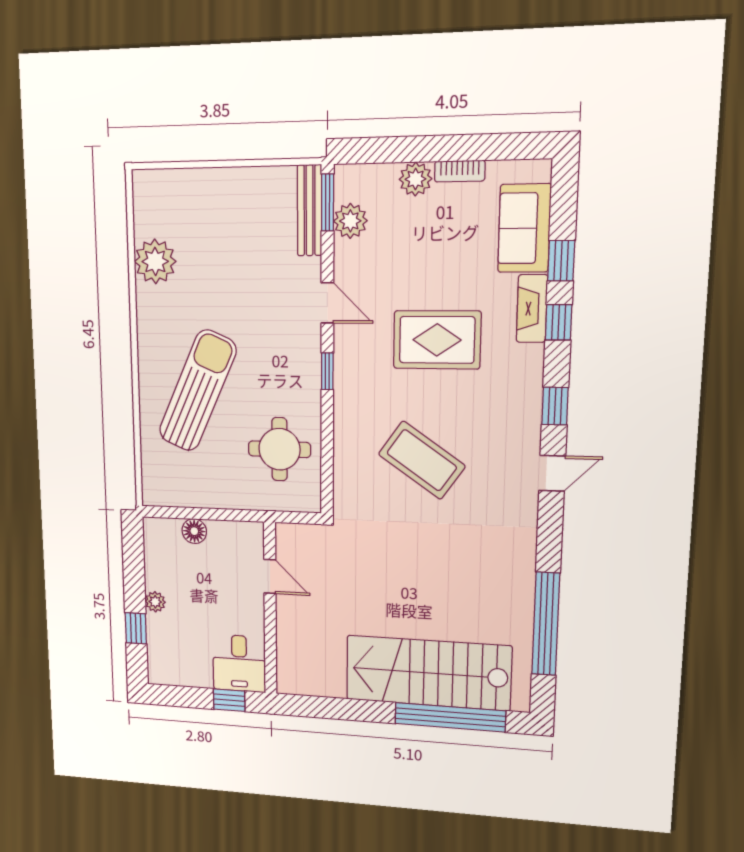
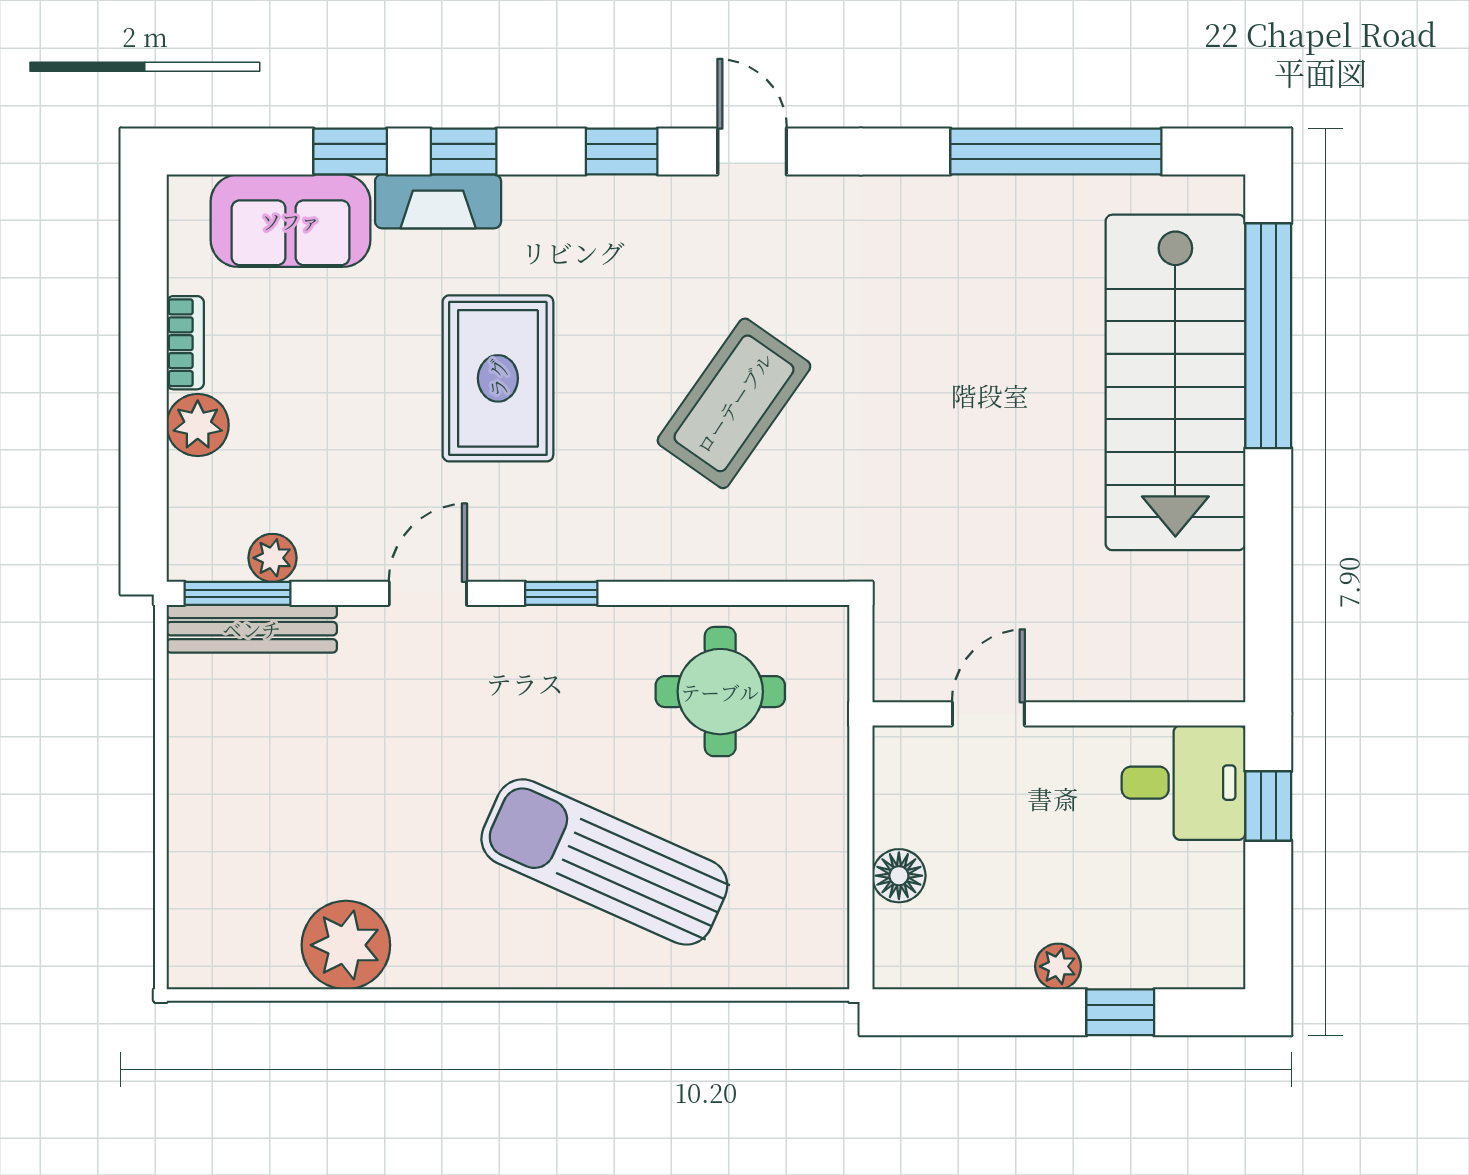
plant: (350, 221) -> (273, 558), width x0.73, depth x0.73

